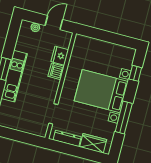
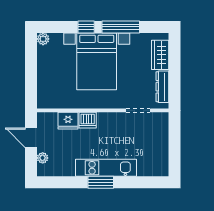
plant: (130, 53) -> (43, 39), added
window: (135, 73) -> (86, 27), moved

